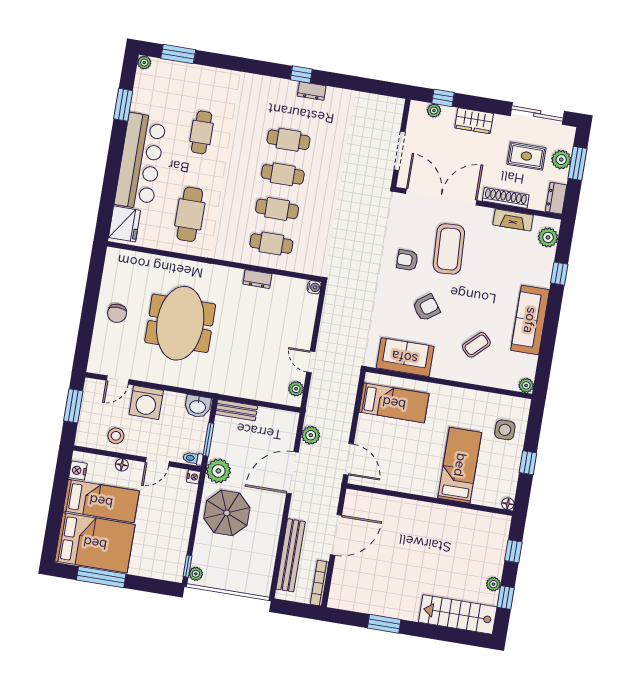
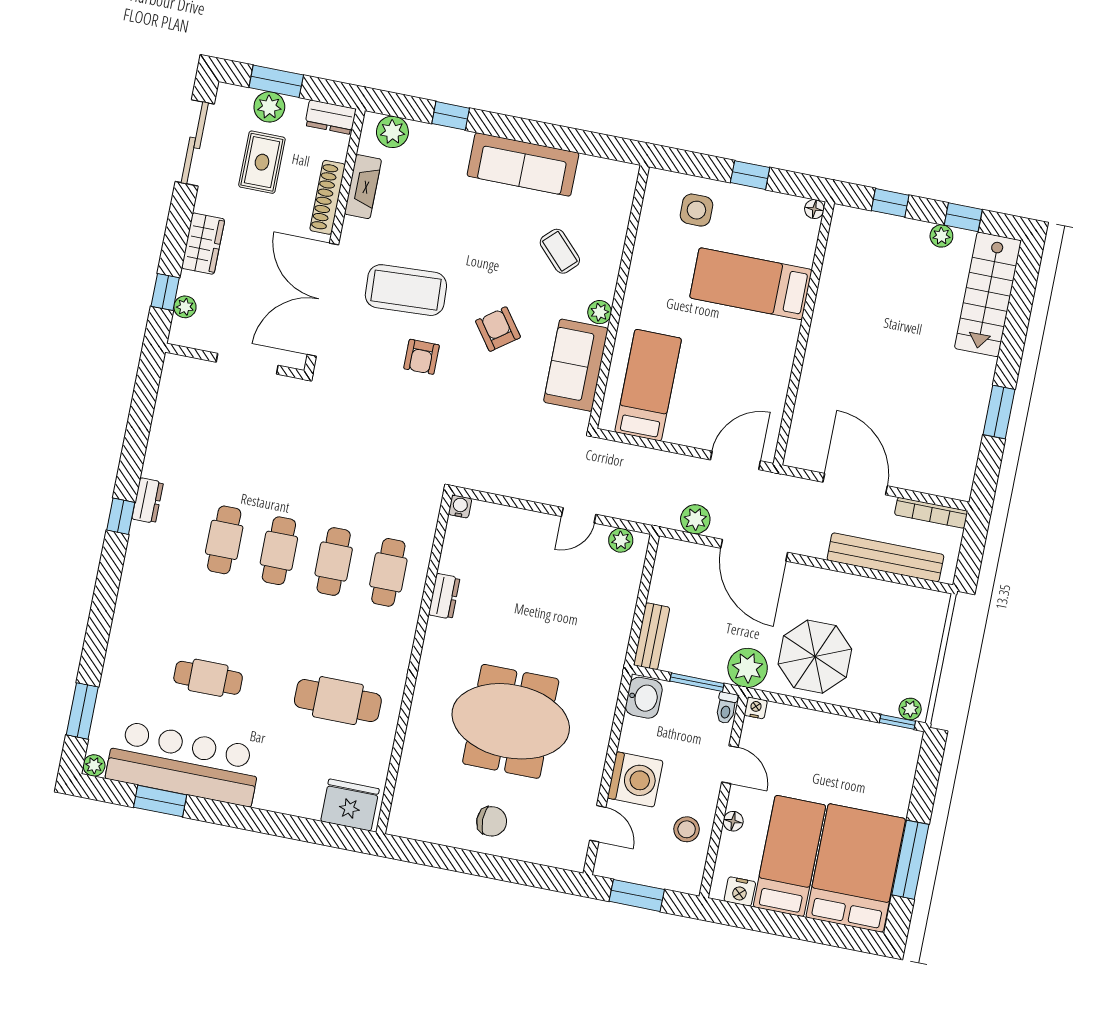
bar counter: (140, 161) -> (184, 763), moved
plant: (526, 385) -> (600, 312), moved

